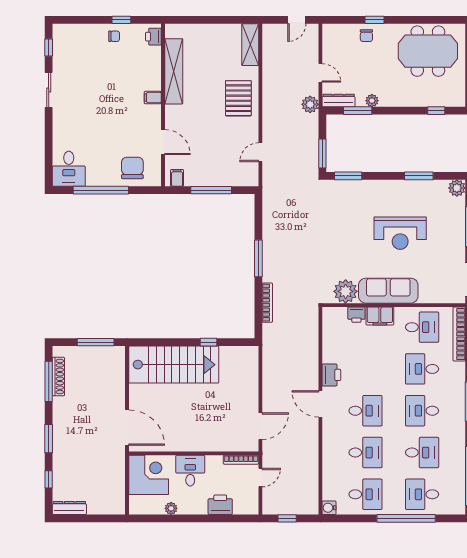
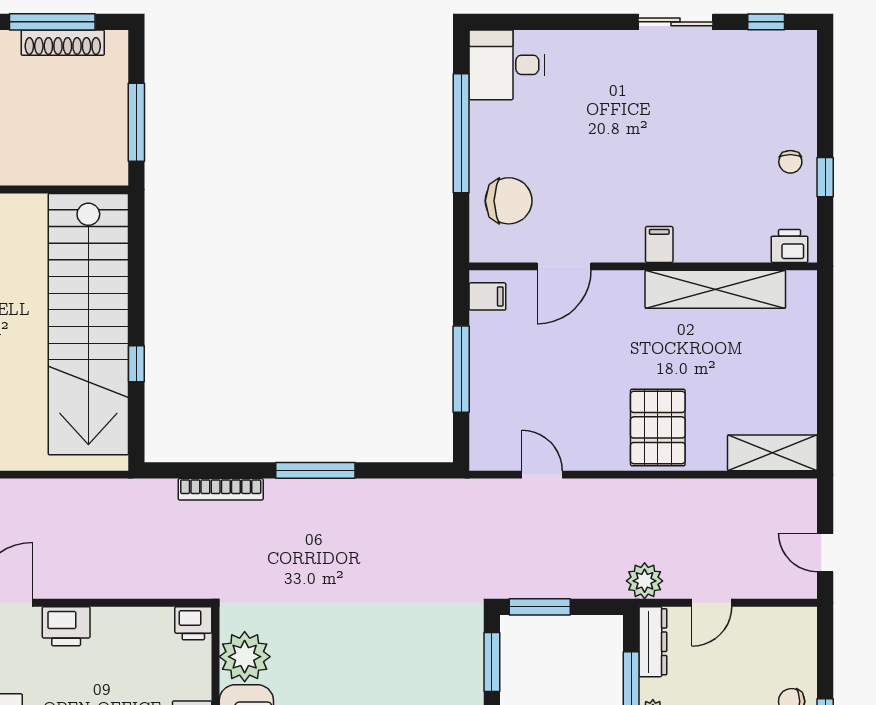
pallet: (238, 98) -> (658, 427), turned 90
printer: (356, 315) -> (193, 623), moved, turned -90
stairs: (174, 365) -> (88, 324), width x1.36

